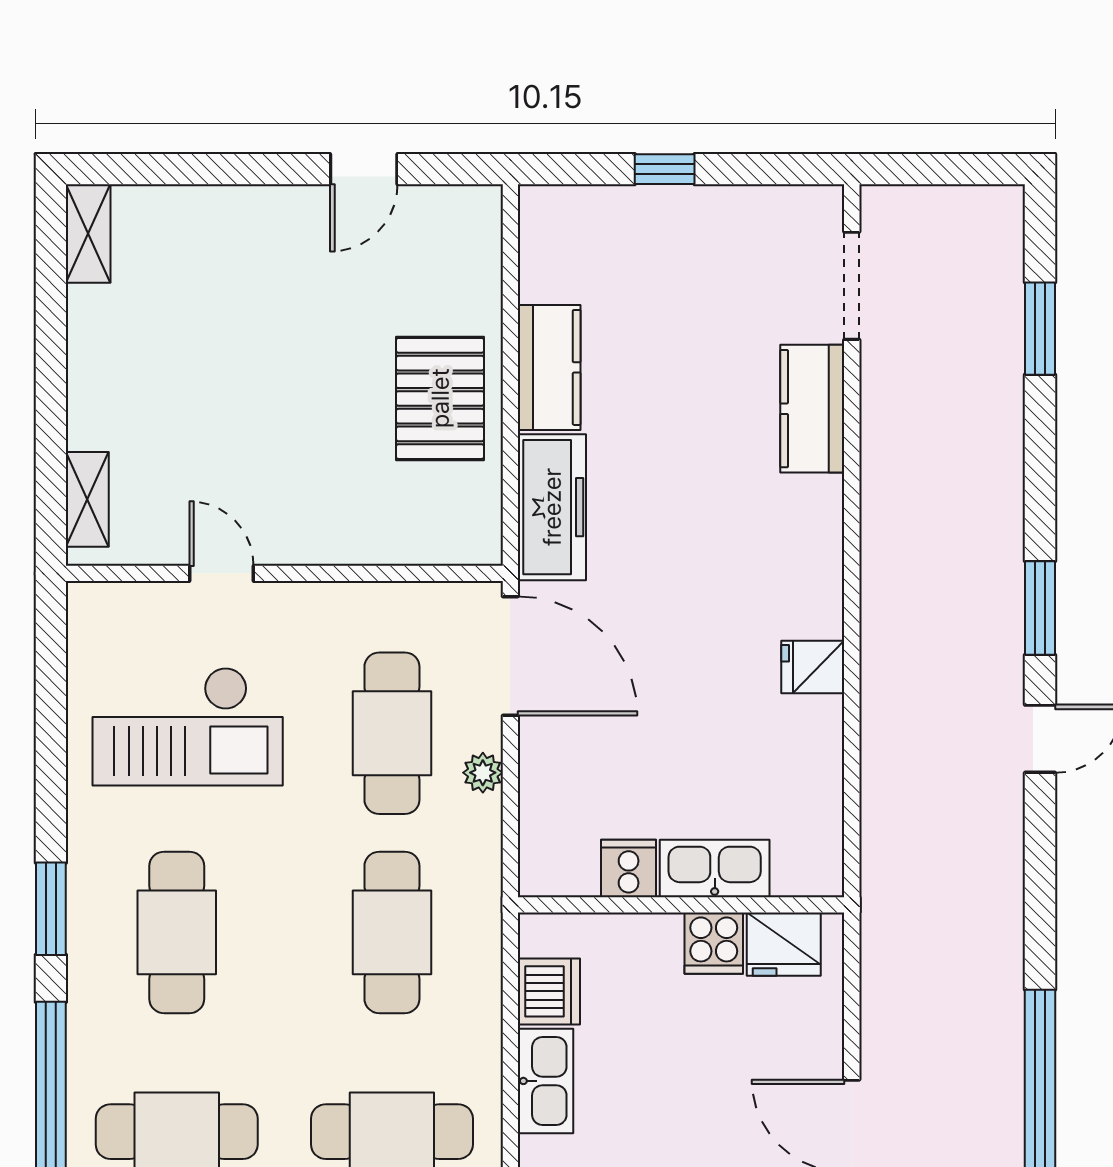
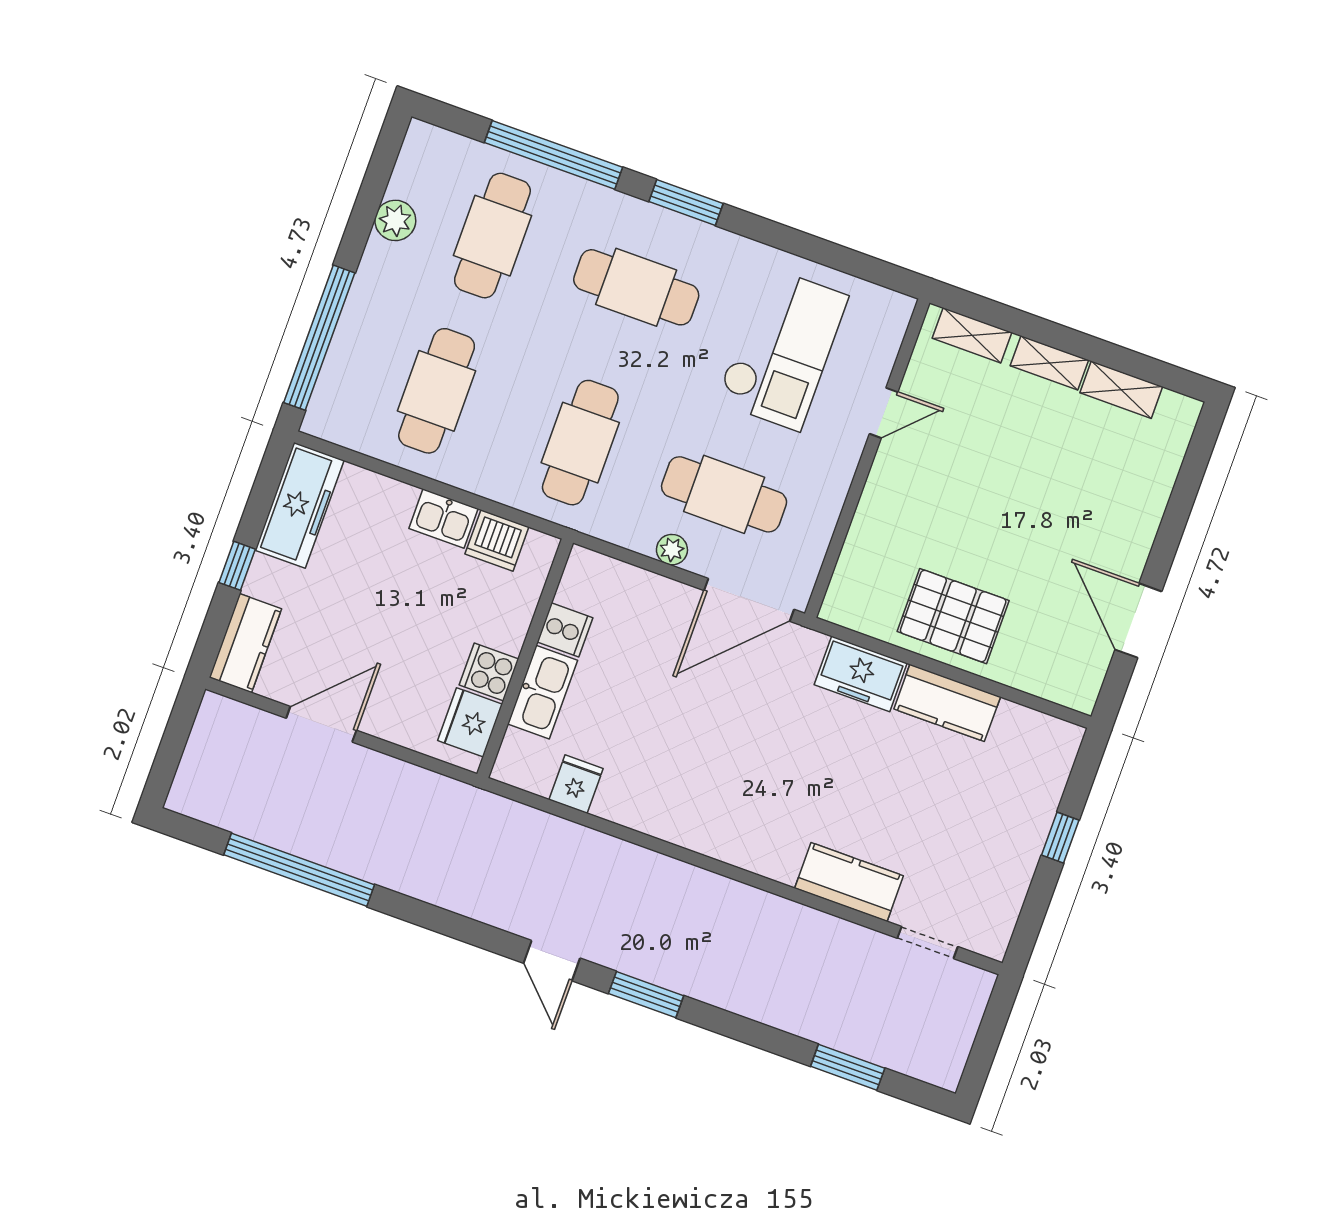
door: (364, 169) -> (1138, 621), width x1.38
shelving: (88, 234) -> (1121, 390), moved
doorway: (852, 286) -> (927, 942), width x0.73
shelving: (87, 392) -> (1049, 363), added
freezer: (552, 507) -> (861, 674), width x0.71
fridge: (813, 667) -> (576, 784), moved
checkout: (188, 726) -> (782, 349), turned 180
cafe table: (392, 932) -> (580, 443), turned 90
kitchen sink: (545, 1081) -> (443, 519), width x0.73

